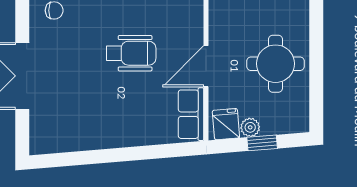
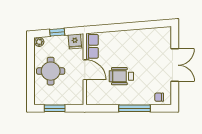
door: (206, 66) -> (85, 70), hinge flipped
plant: (250, 127) -> (39, 42), moved

